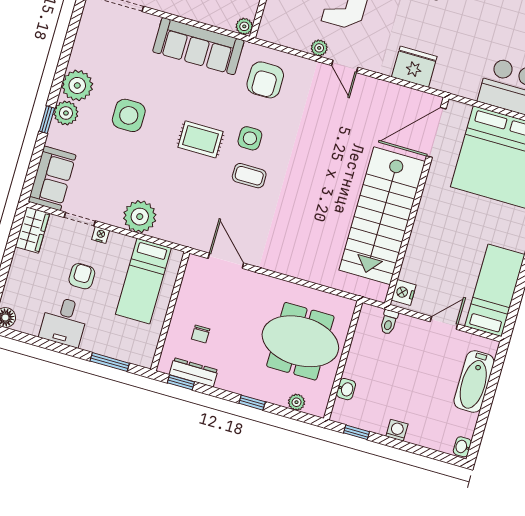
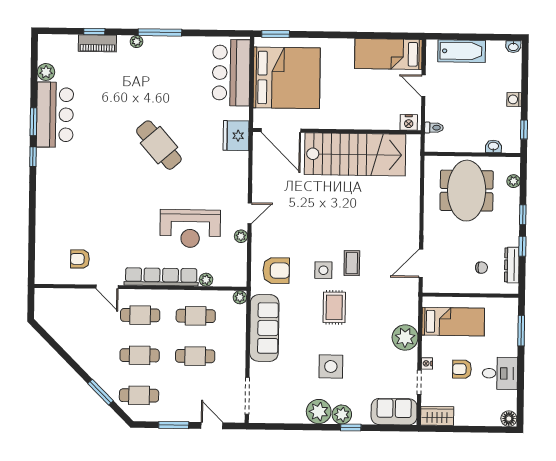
fridge: (414, 67) -> (236, 136), moved
window: (181, 382) -> (522, 246), moved

